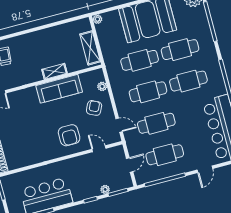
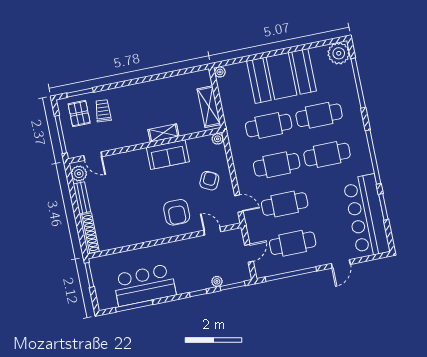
plant: (102, 86) -> (218, 139), moved
sofa: (59, 89) -> (168, 155), width x0.73

